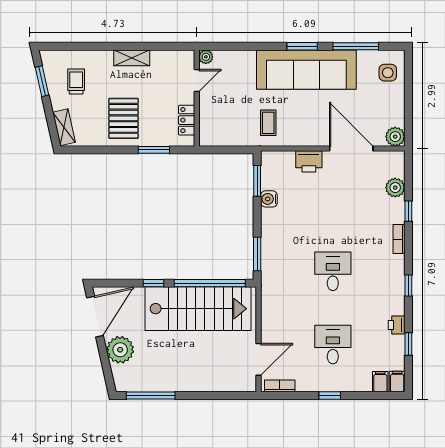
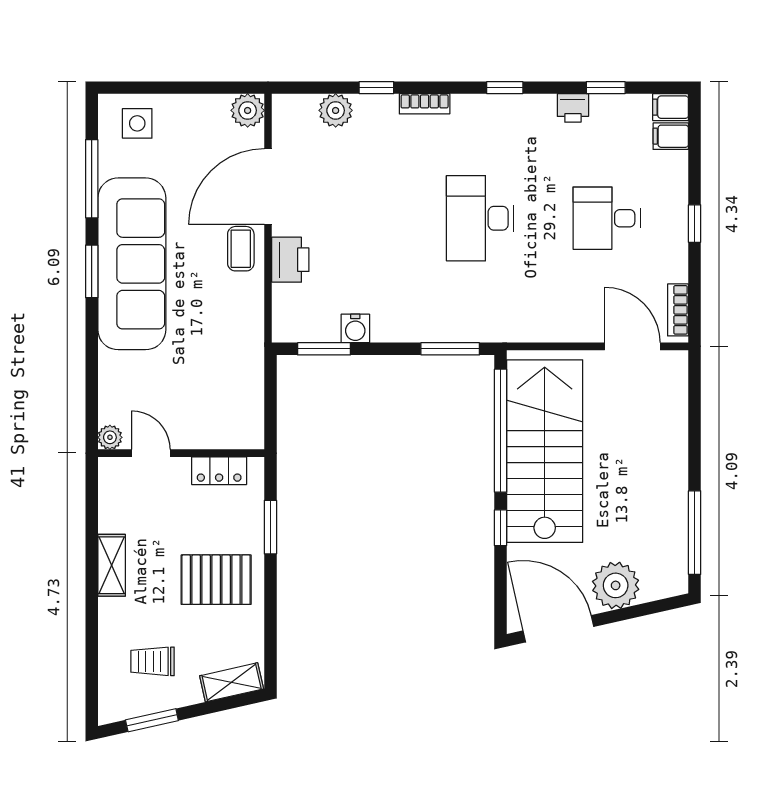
coffee table: (268, 123) -> (241, 249), moved, turned 90
desk: (333, 271) -> (480, 218), width x1.37

